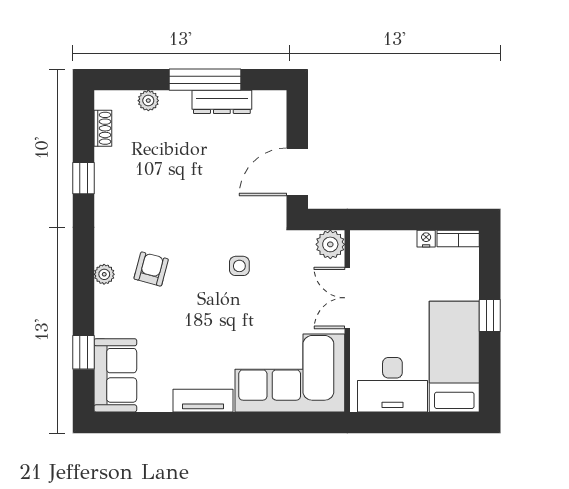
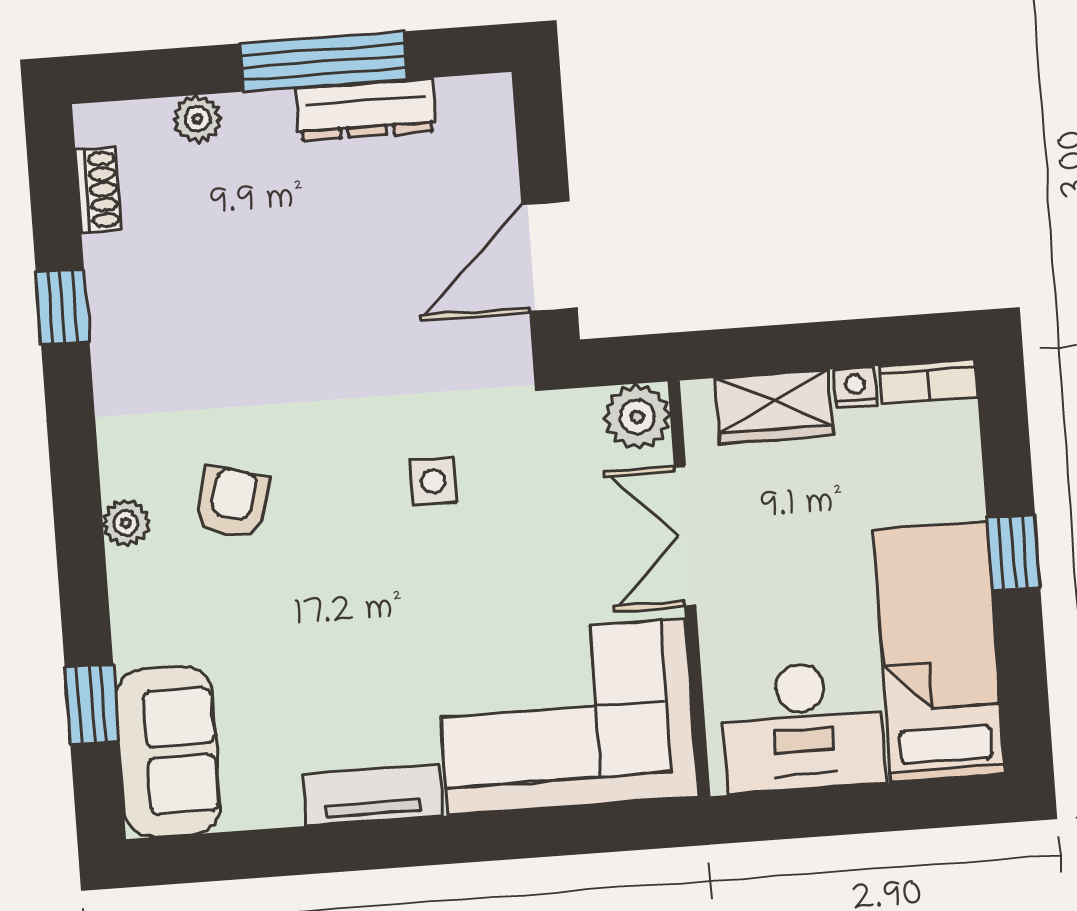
wardrobe: (390, 244) -> (774, 407), added

